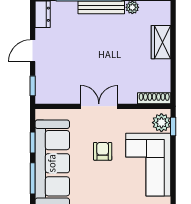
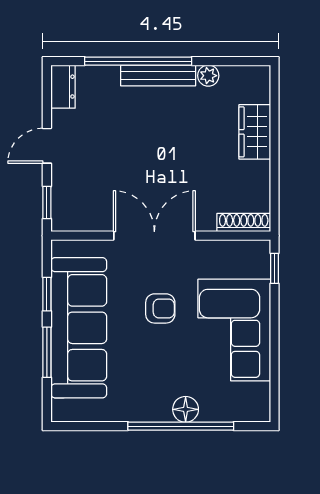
double door: (99, 106) -> (154, 236), width x1.37
plant: (161, 123) -> (255, 262), removed
armchair: (103, 151) -> (160, 308), turned 90

